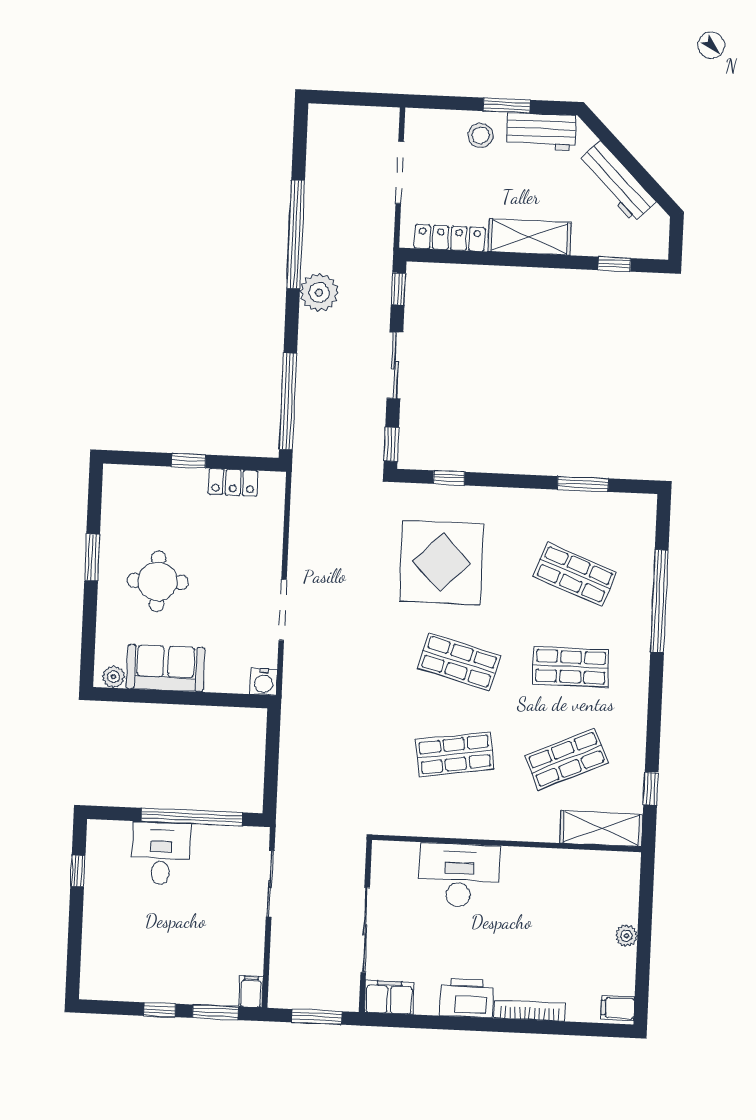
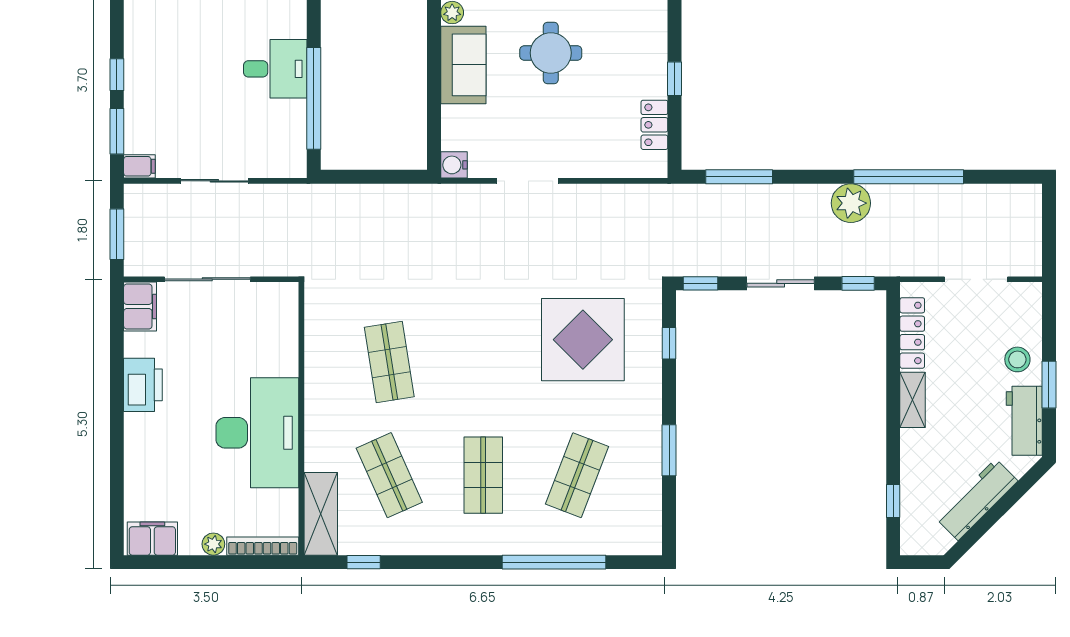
shelving: (529, 237) -> (913, 400), width x0.67, depth x0.75
window: (288, 401) -> (739, 177), width x0.68
window: (583, 484) -> (669, 450), moved
shop shelf: (459, 662) -> (483, 362), removed
desk: (459, 875) -> (257, 433), moved, width x1.36, depth x1.30
sliding door: (270, 884) -> (214, 181), moved
filing cabinet: (618, 1008) -> (152, 539), width x2.00
bookcase: (530, 1011) -> (263, 546), moved, turned -90

